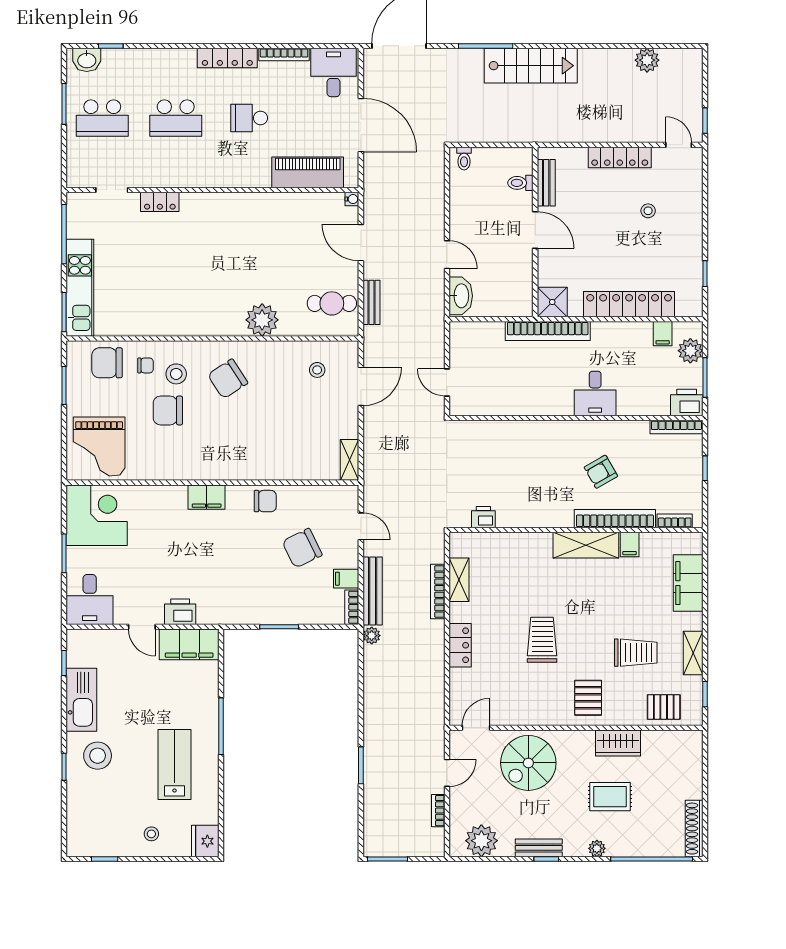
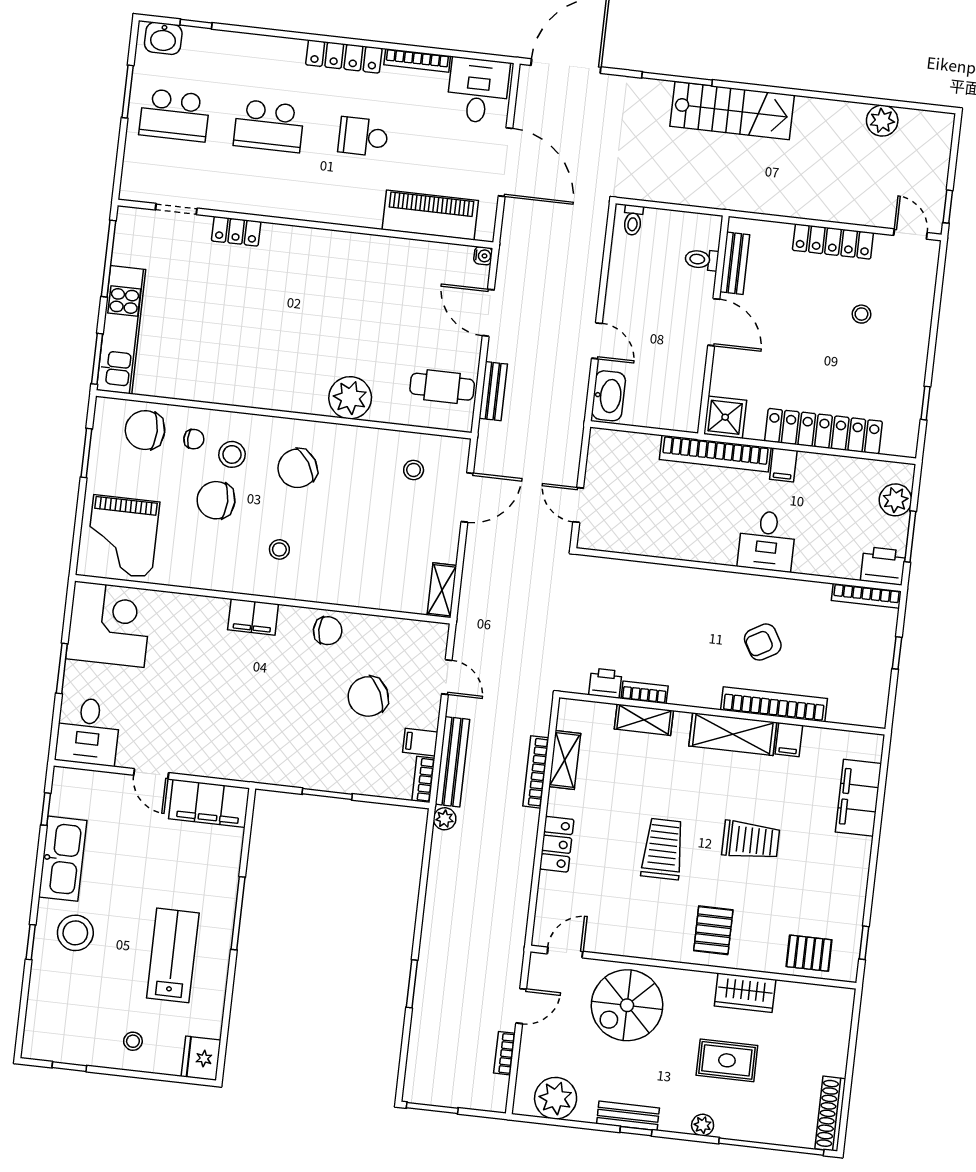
filing cabinet: (663, 334) -> (783, 465), moved
stool: (221, 443) -> (279, 549), added
bookcase: (675, 521) -> (645, 692), moved
printer: (180, 612) -> (202, 760), removed
trolley: (636, 653) -> (751, 840), moved
shelving: (693, 653) -> (644, 720), moved, turned 90

